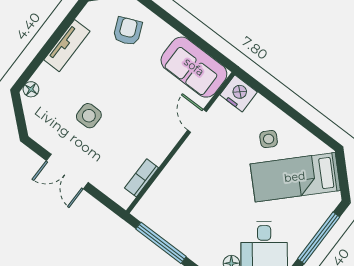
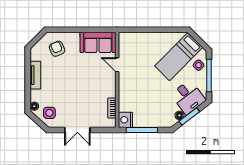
nightstand: (239, 93) -> (125, 120), moved, turned -90
side table: (89, 116) -> (49, 113), moved
side table: (269, 139) -> (199, 65), moved

